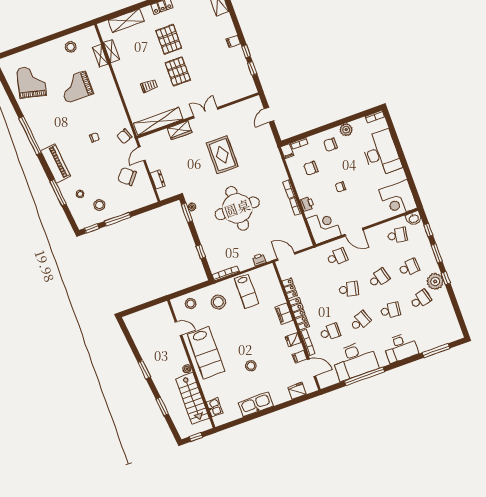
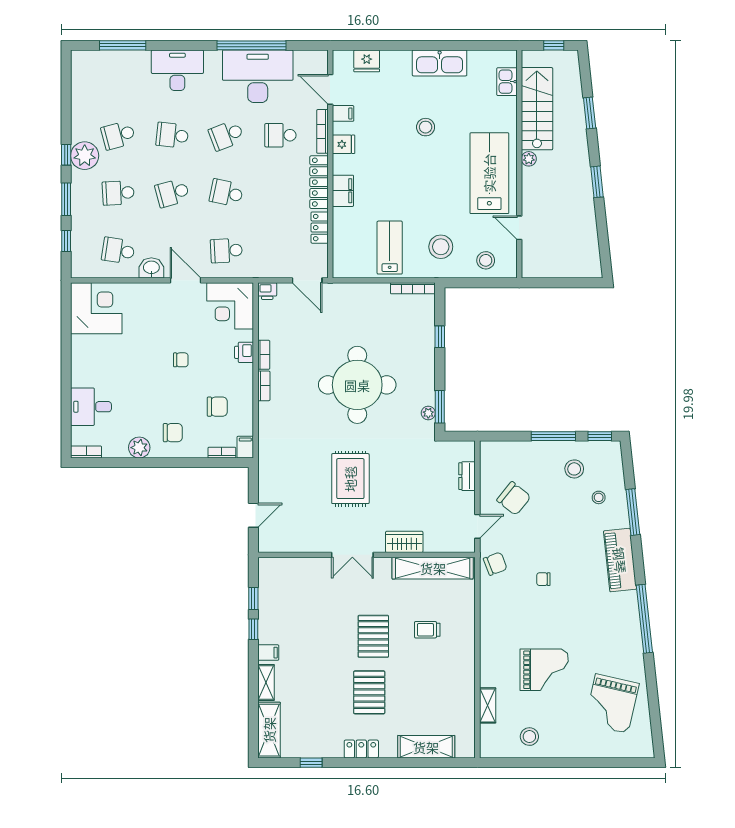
shelving: (111, 51) -> (266, 683), moved
desk: (381, 153) -> (91, 407), width x0.53, depth x0.77
washbasin: (414, 218) -> (151, 268), moved
printer: (259, 260) -> (267, 291), moved

